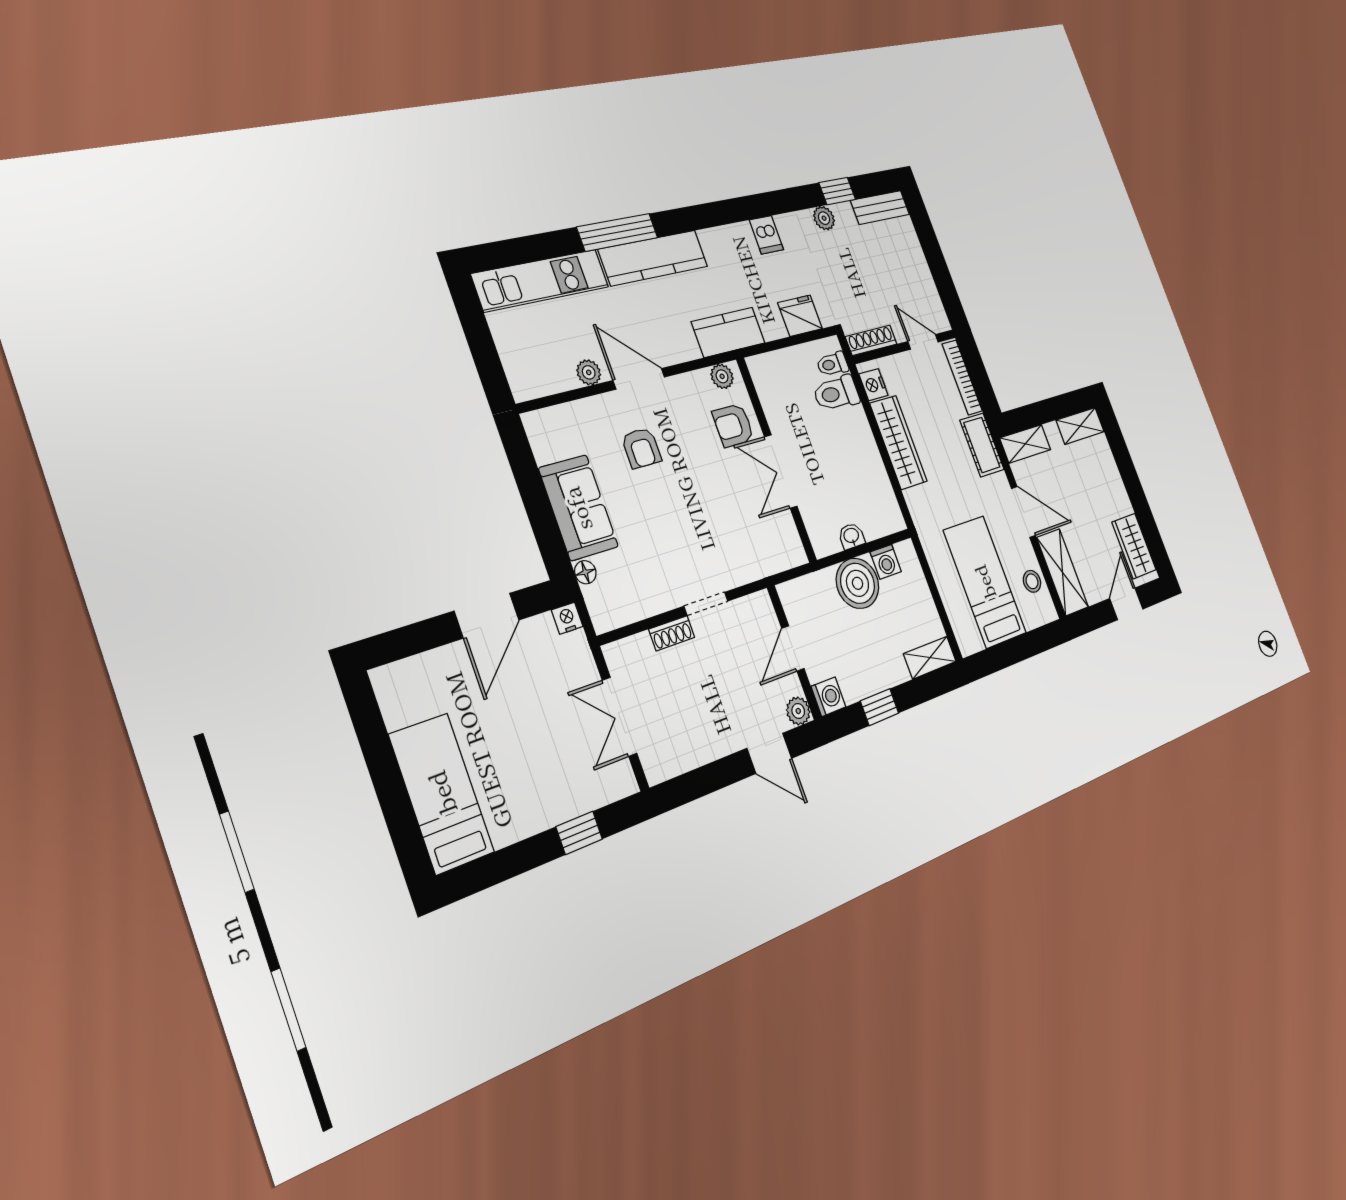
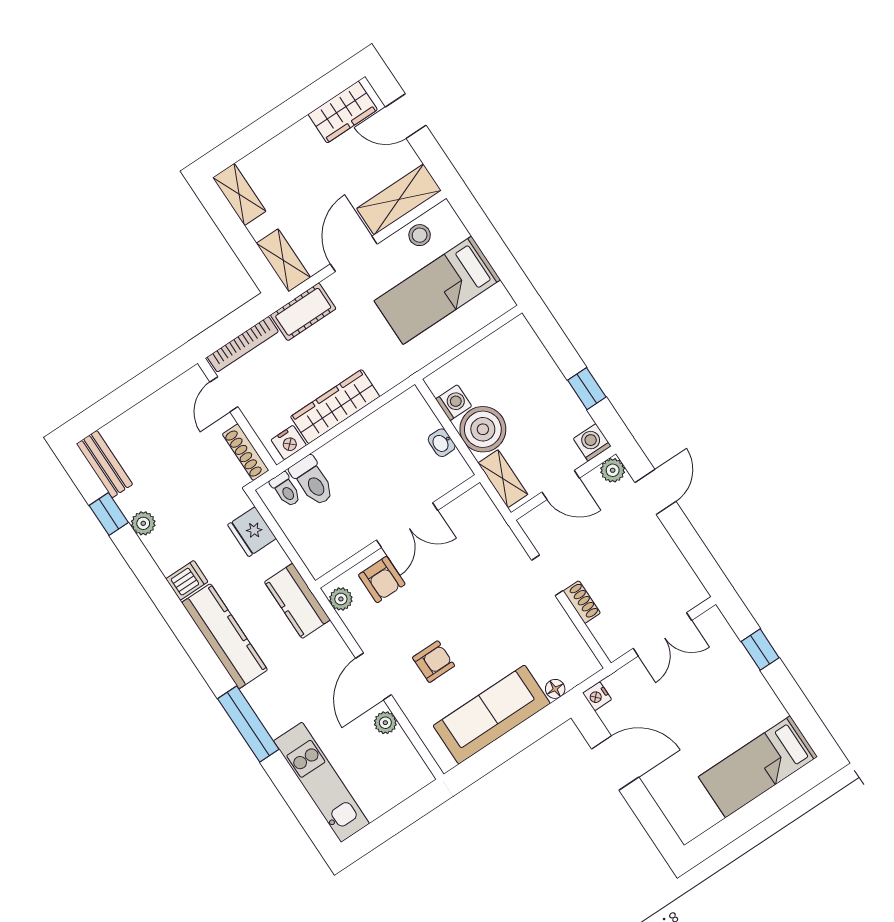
kitchen counter: (653, 258) -> (225, 636), moved
sofa: (578, 508) -> (492, 715), width x1.36
shelving: (930, 658) -> (503, 479), moved

